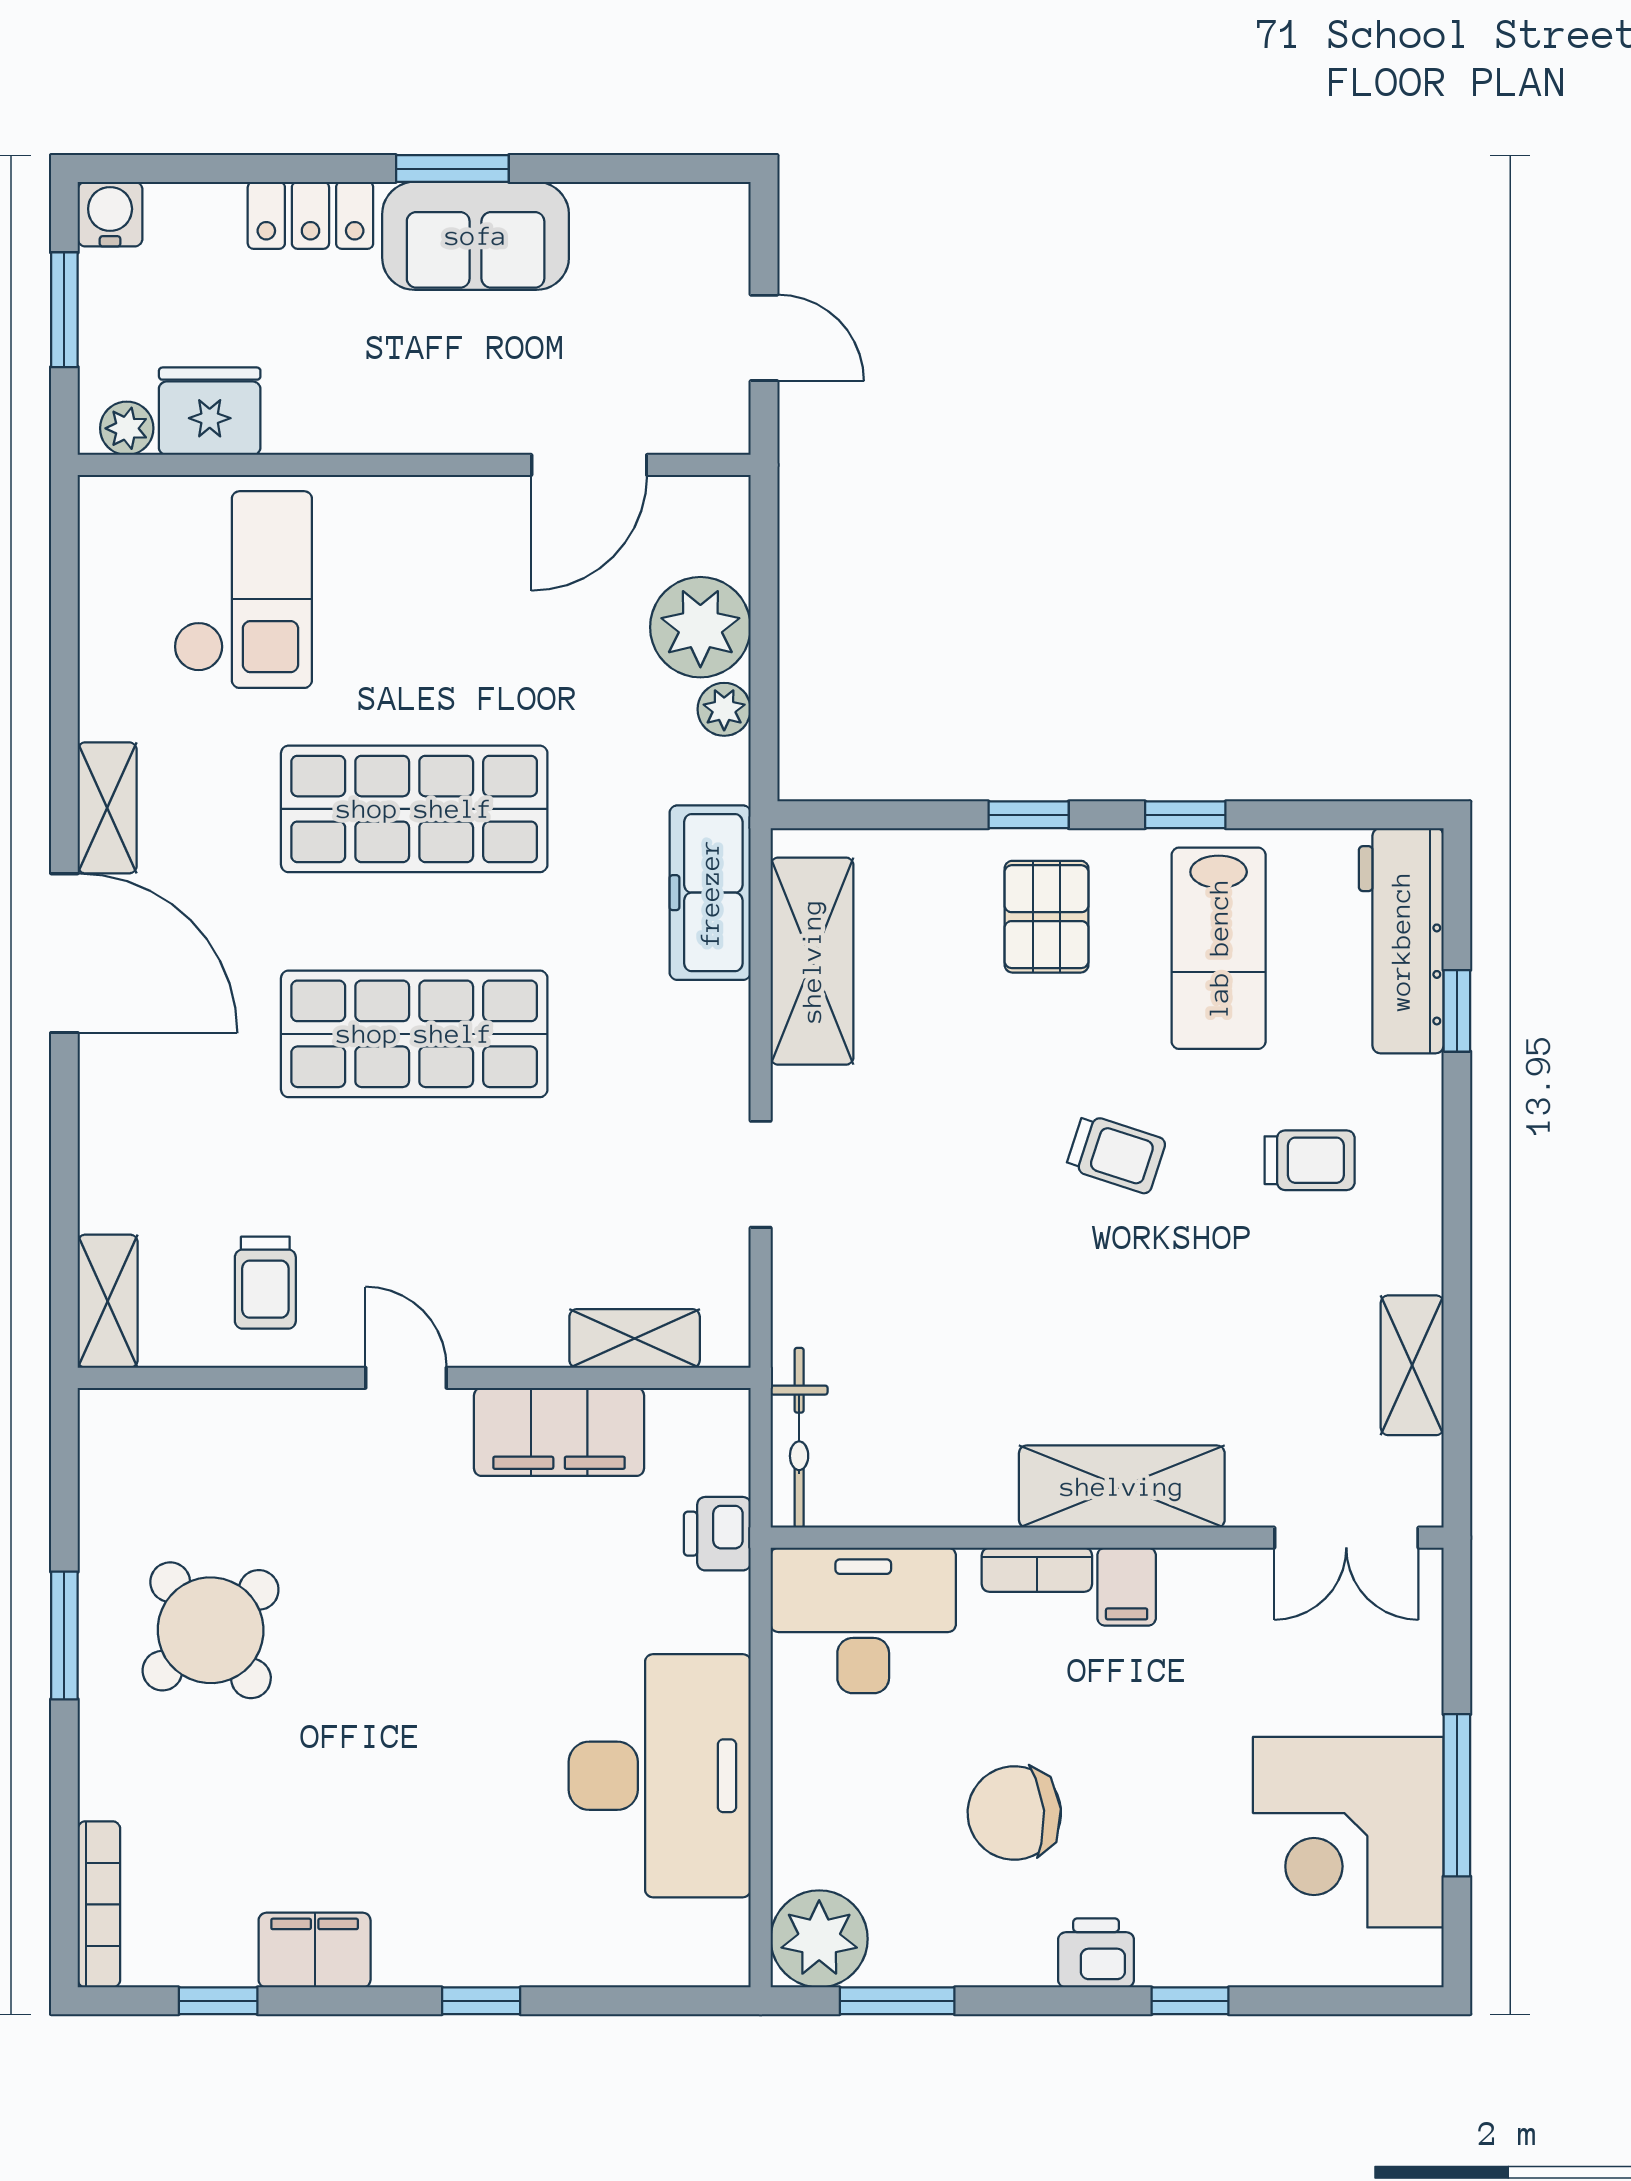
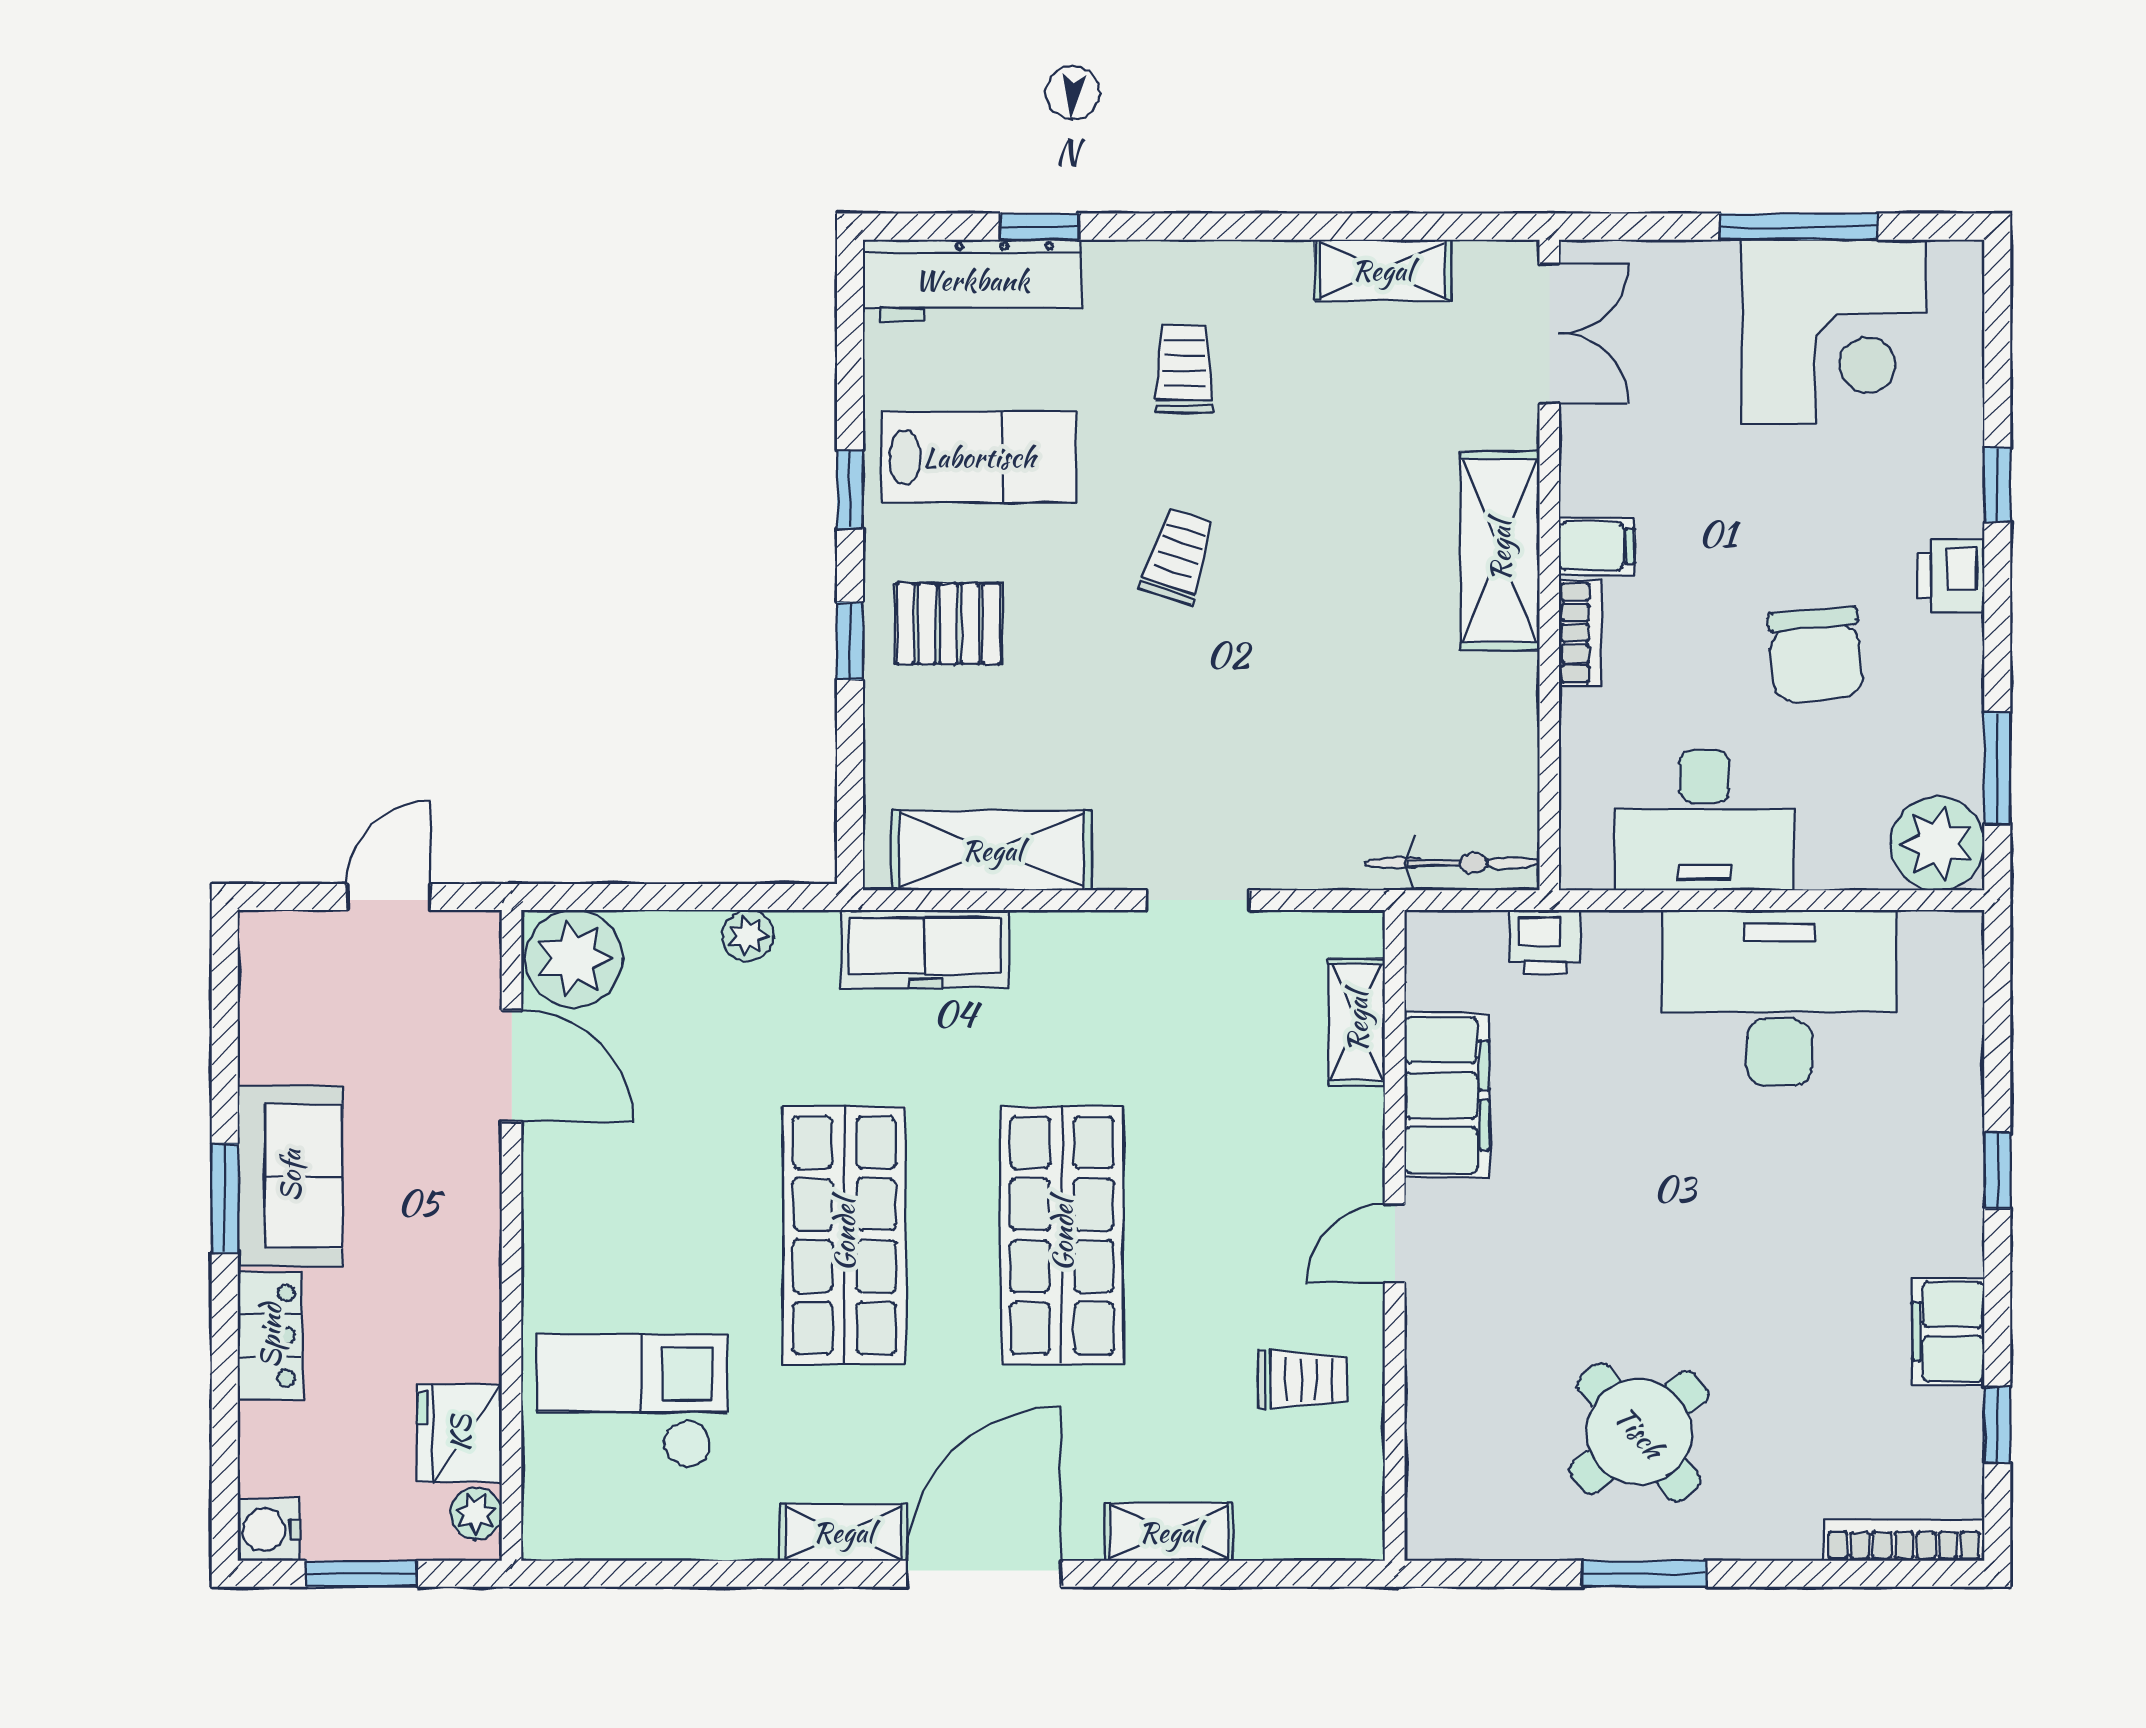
plant: (700, 627) -> (574, 958), moved
shelving: (108, 1301) -> (1169, 1532), moved
desk: (863, 1620) -> (1704, 820), moved, turned -90

